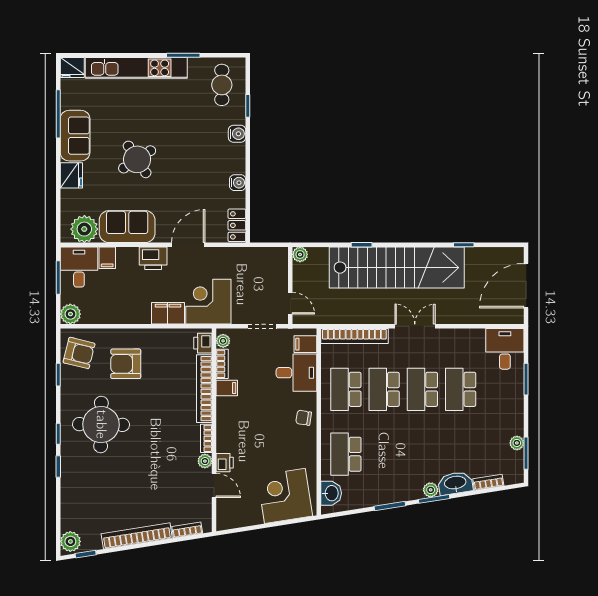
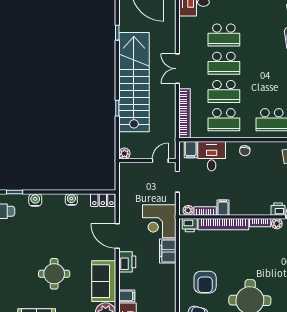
round table: (137, 159) -> (54, 274), turned 33

